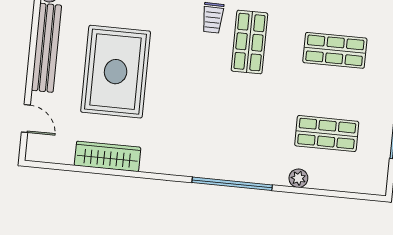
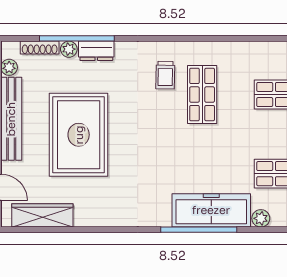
wardrobe: (108, 156) -> (42, 215), moved
freezer: (247, 165) -> (211, 210), added

